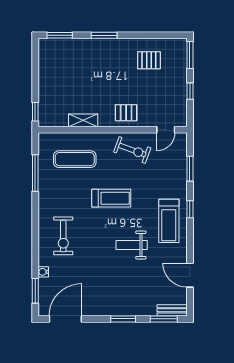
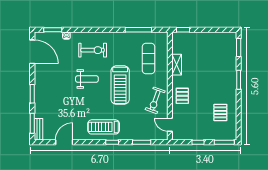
treadmill: (111, 198) -> (120, 85), width x1.37, depth x1.38
exercise bike: (63, 236) -> (93, 50), turned 180
weight bench: (132, 245) -> (87, 79), moved, turned 90

